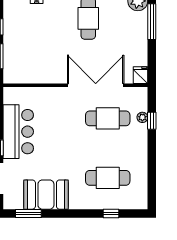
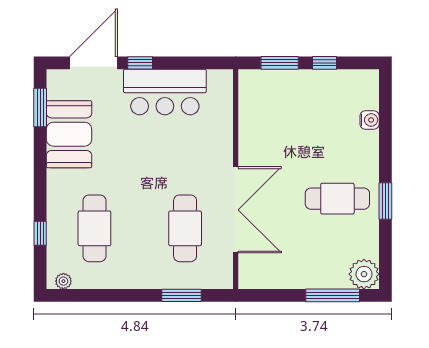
fridge: (141, 75) -> (251, 278), removed
plant: (142, 117) -> (63, 281), moved
window: (152, 121) -> (182, 295), width x1.50

